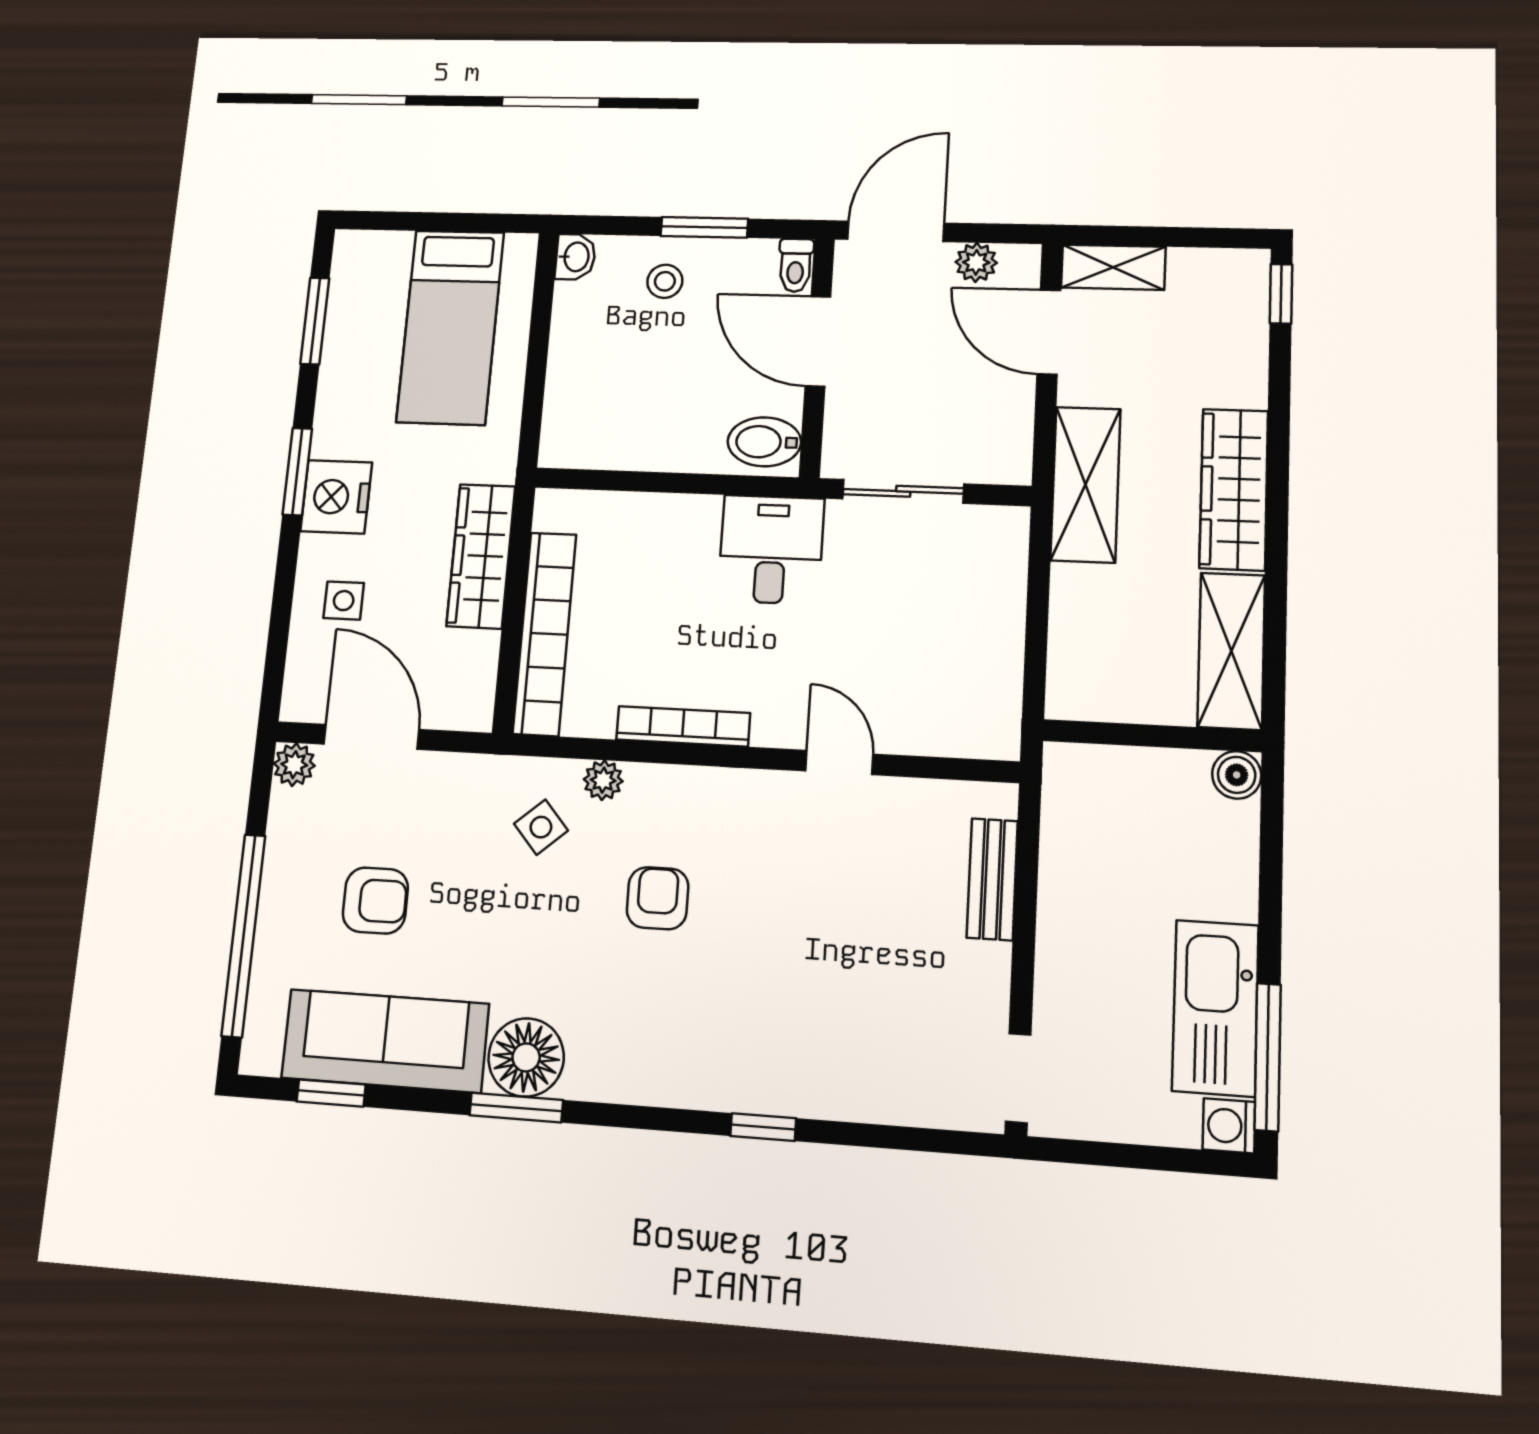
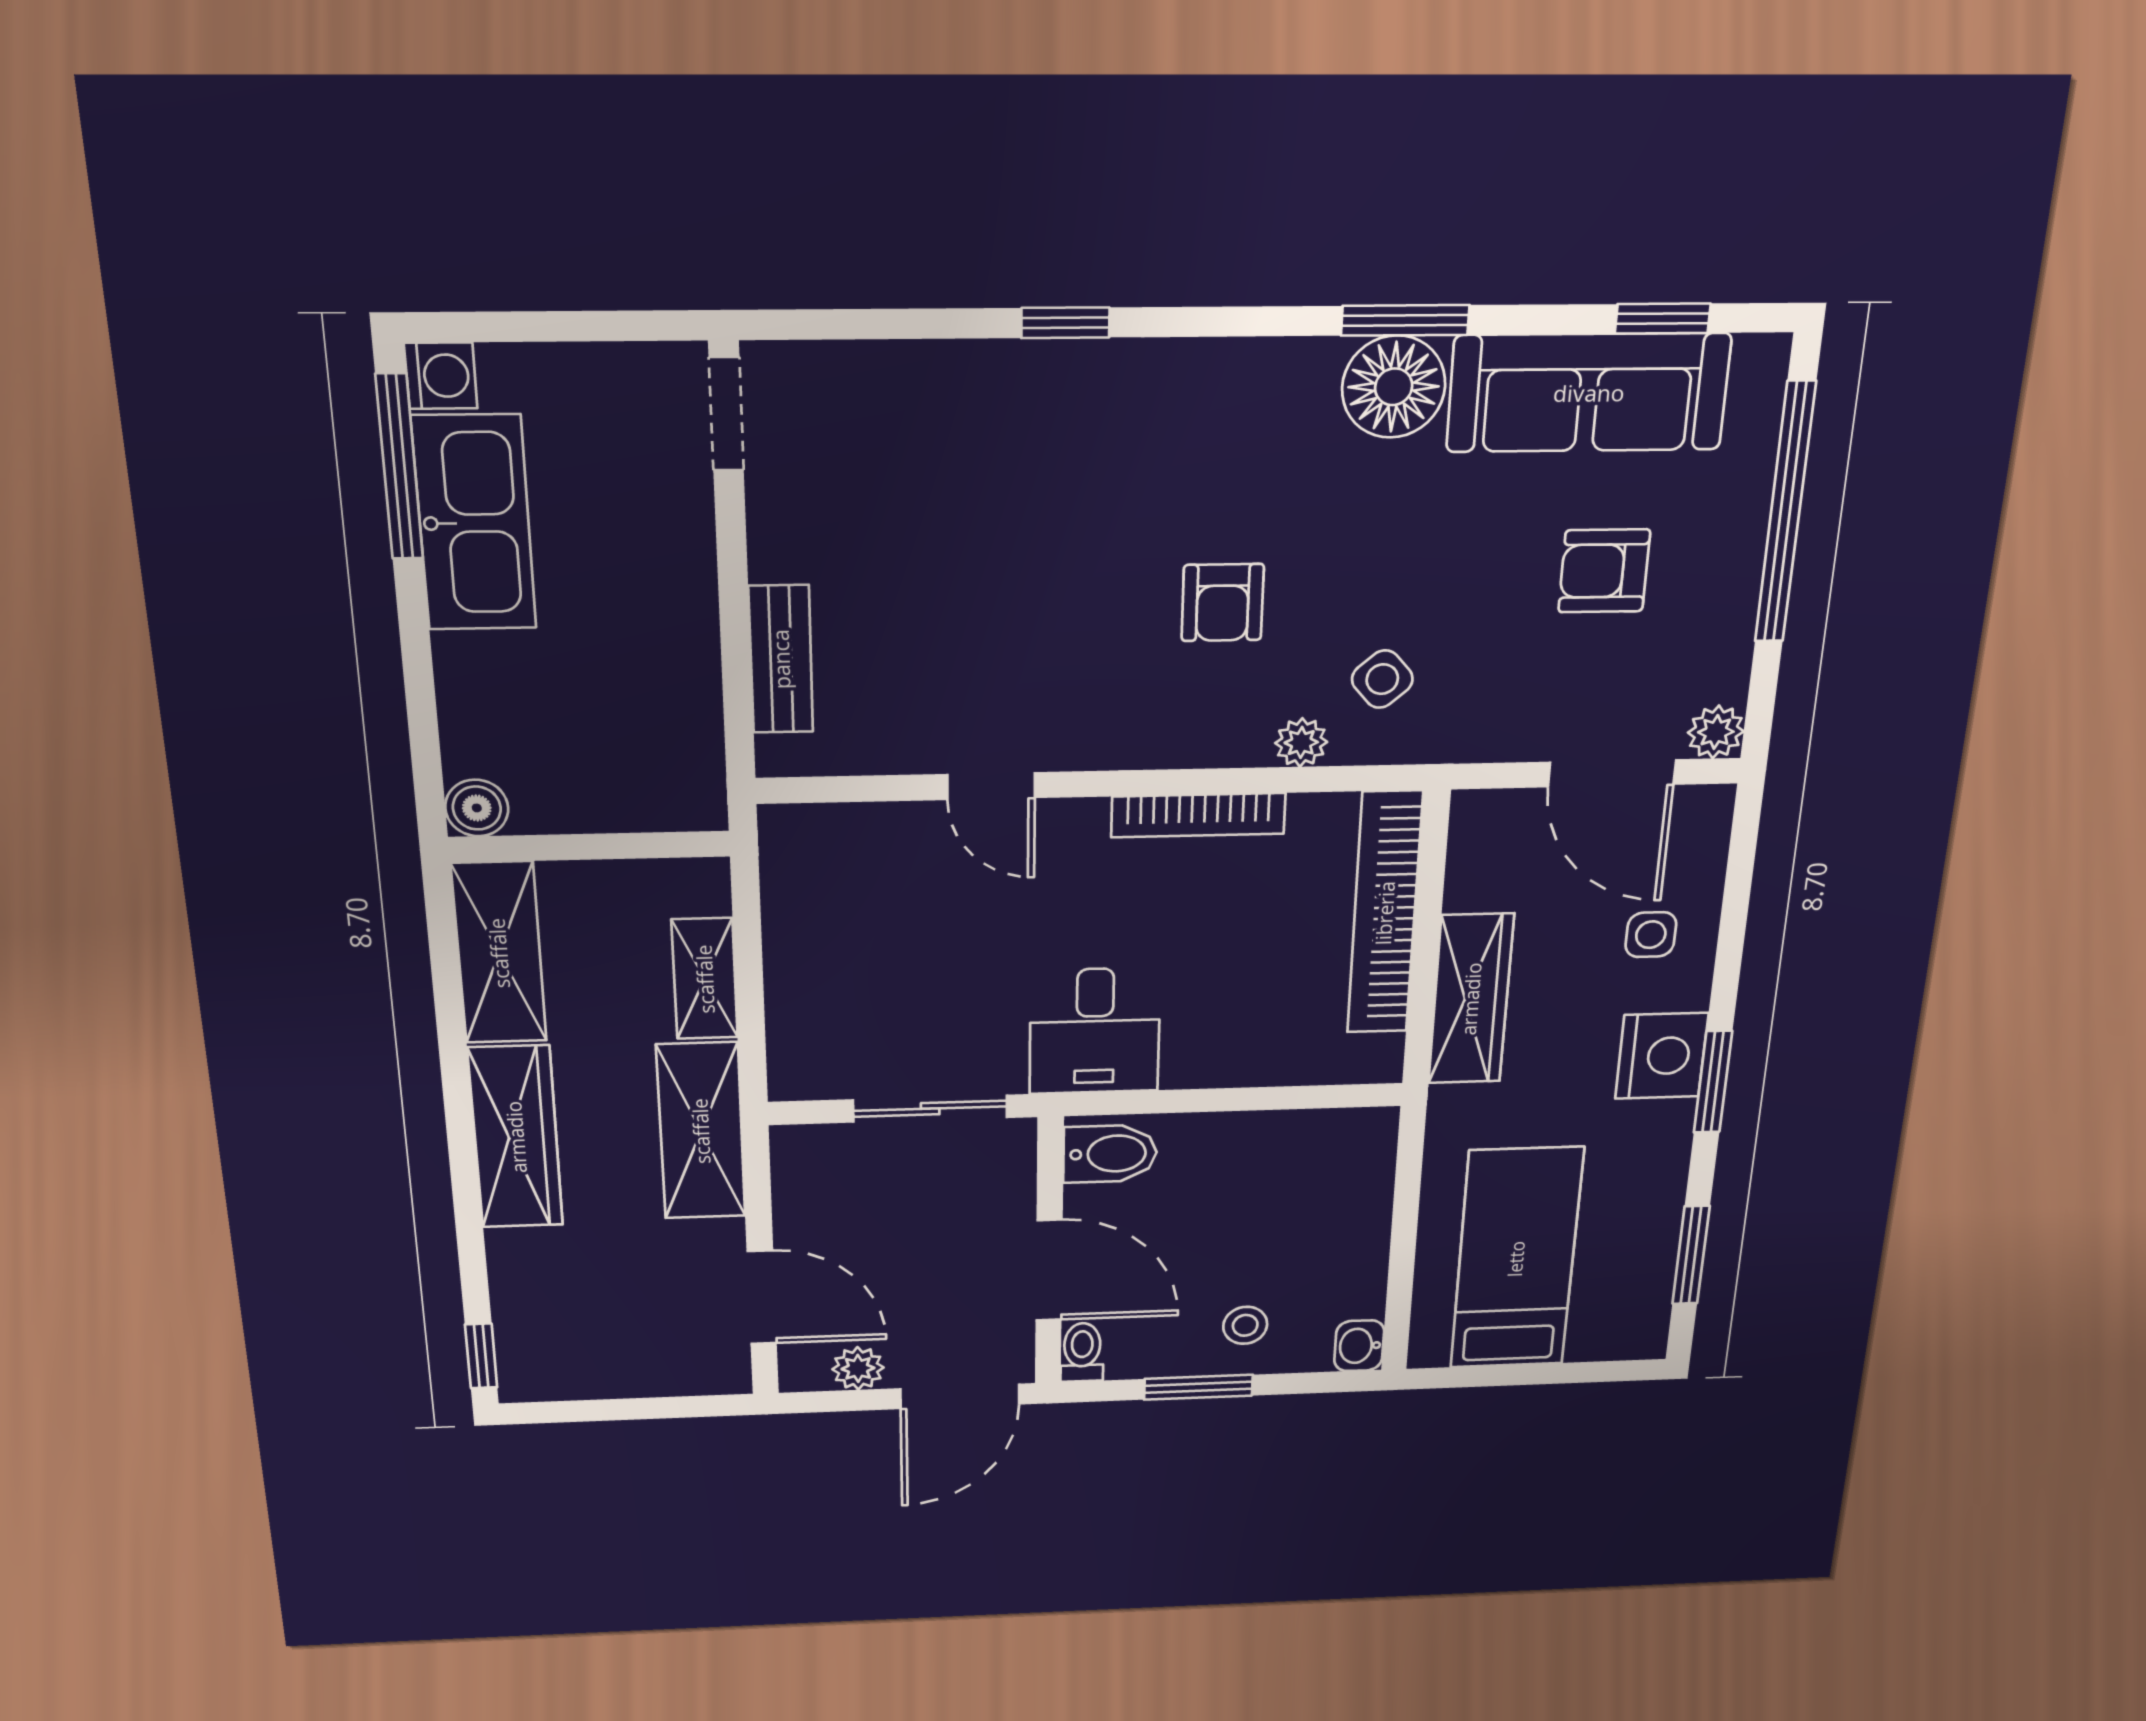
shelving: (1113, 267) -> (705, 979), moved, turned 90

